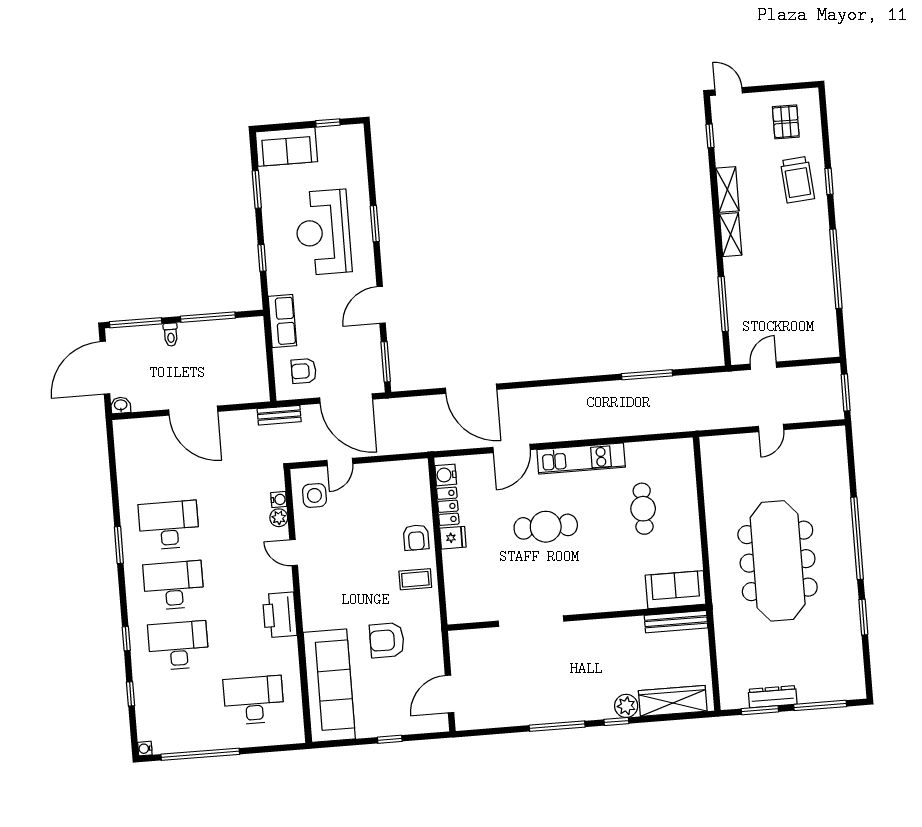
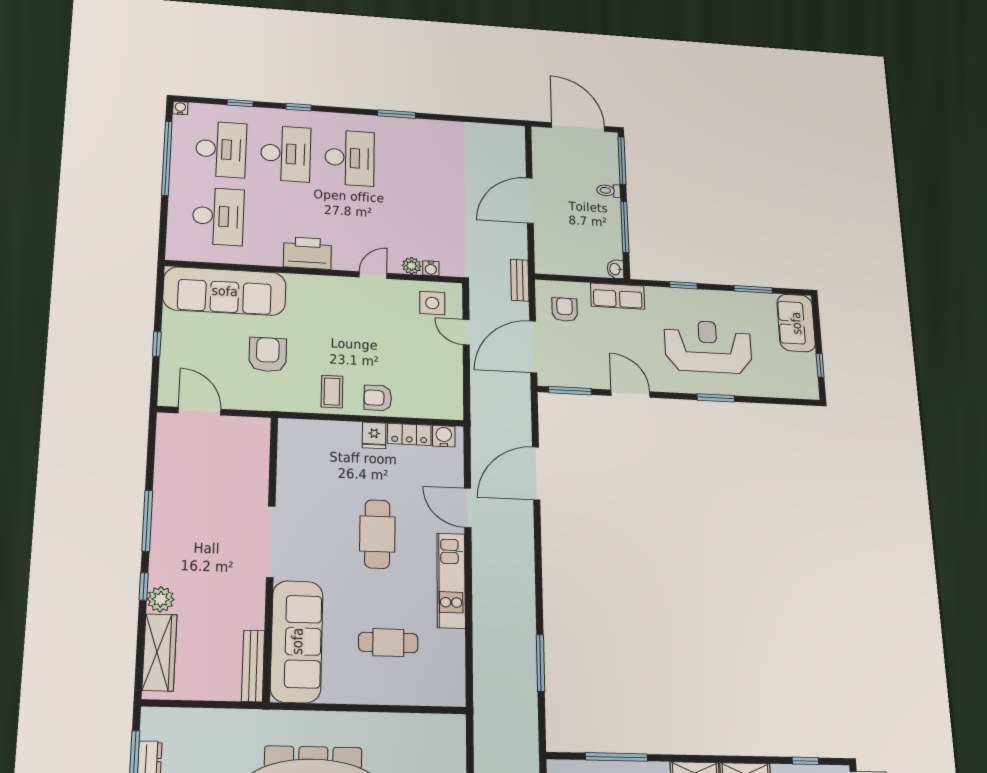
washbasin: (121, 405) -> (615, 269), moved, turned 180
desk: (169, 525) -> (221, 149), moved
sofa: (676, 590) -> (297, 641), width x1.85, depth x1.27
doorway: (531, 621) -> (271, 542), moved

